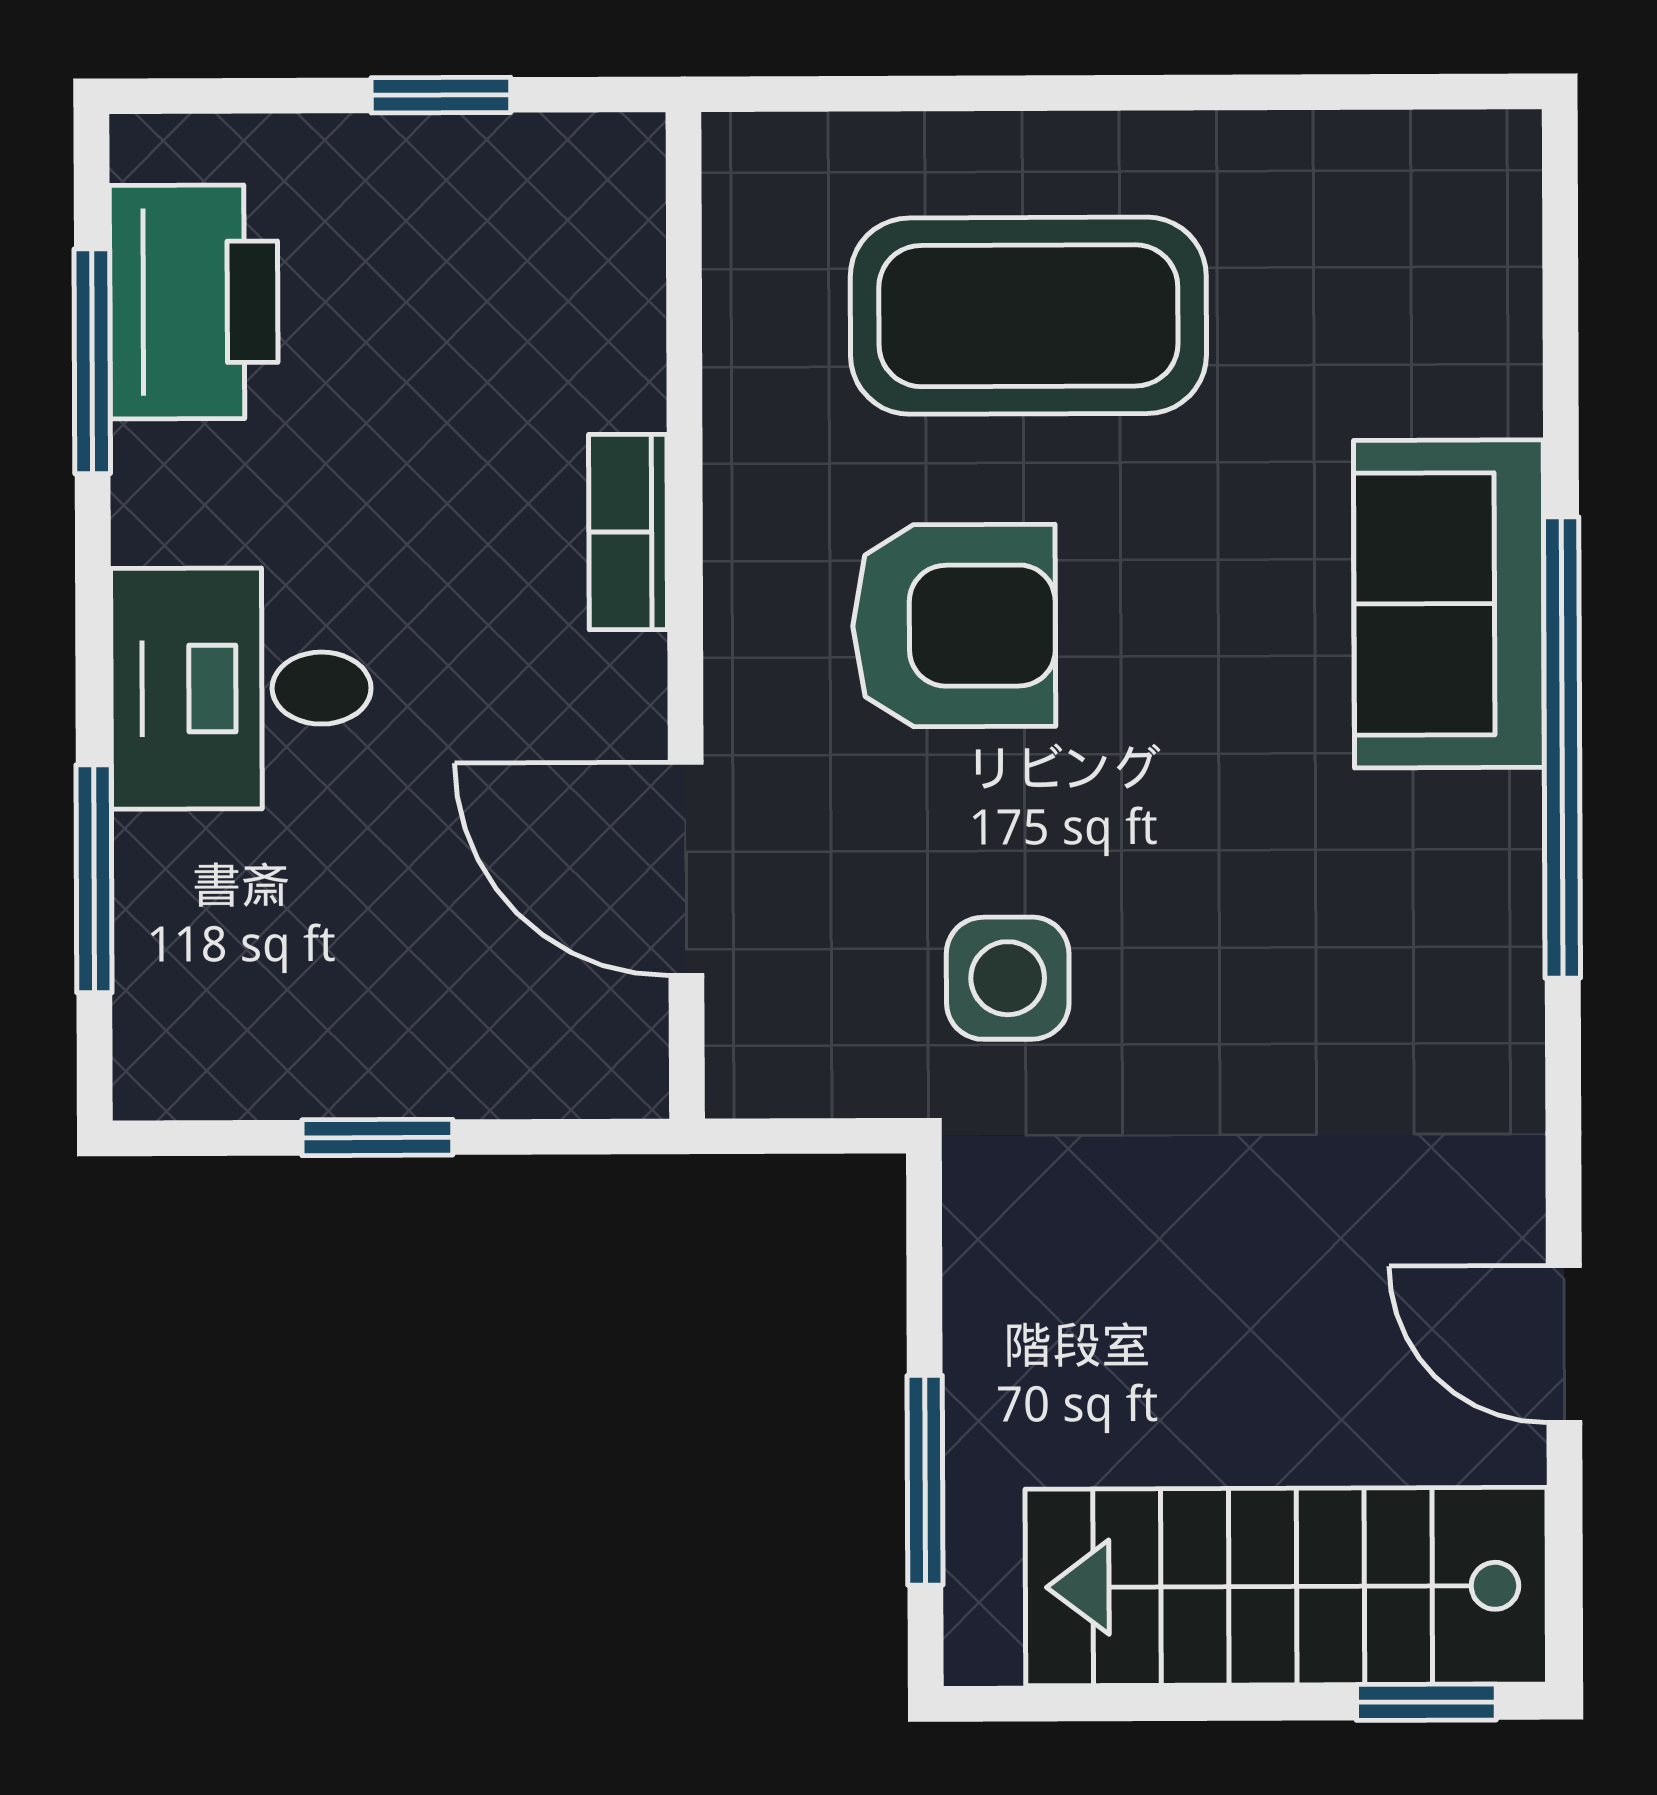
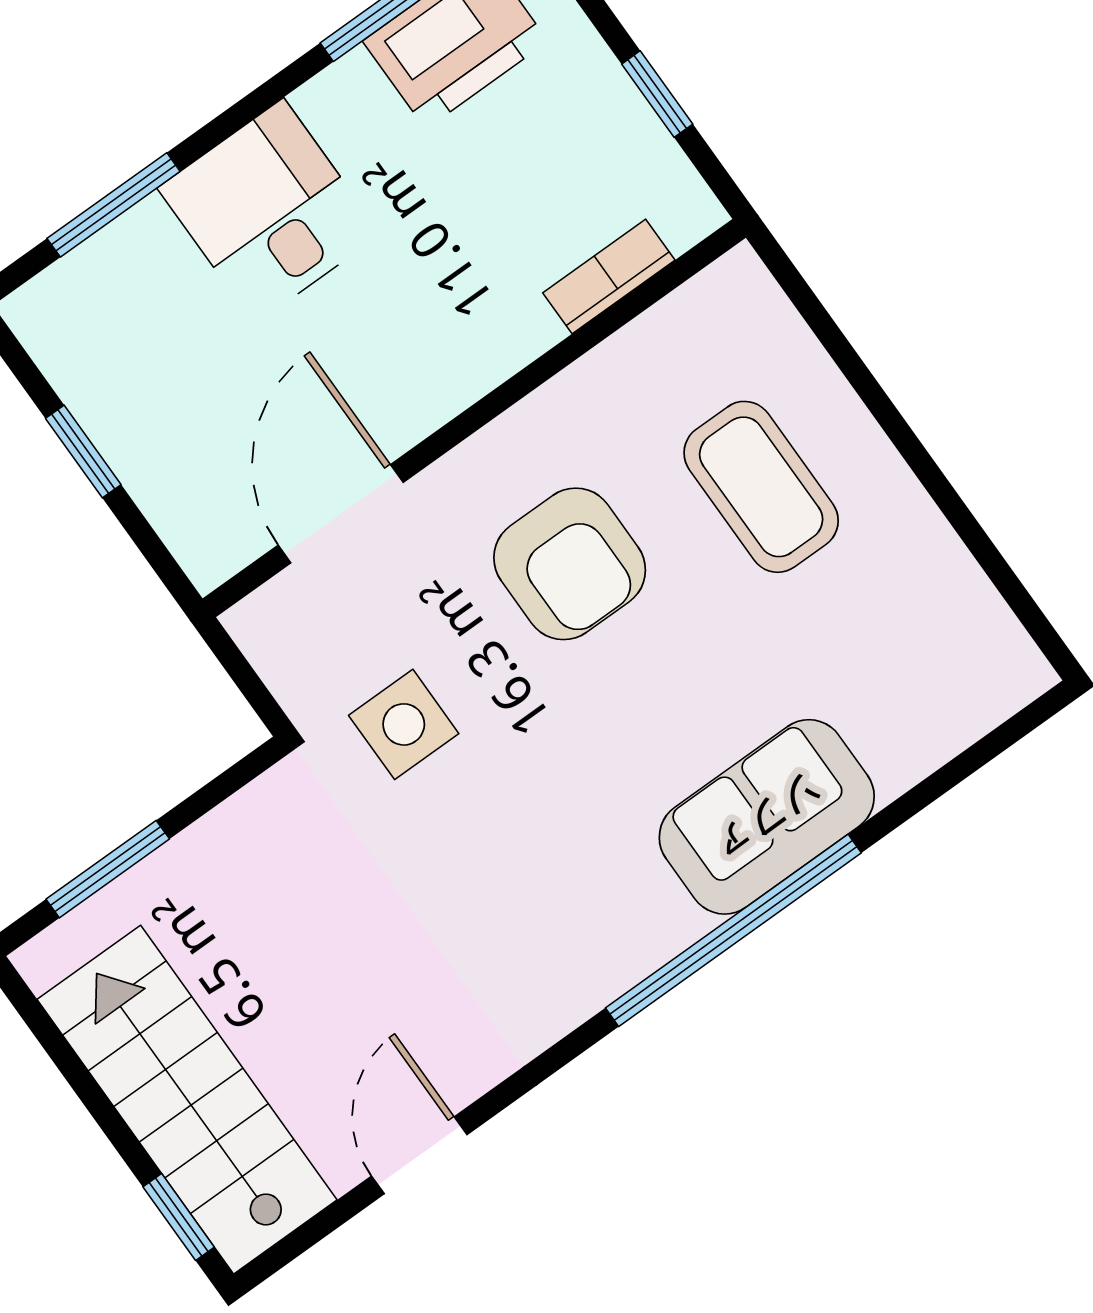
coffee table: (1028, 316) -> (761, 487), width x0.73, depth x0.76
bookcase: (628, 532) -> (609, 276), moved

